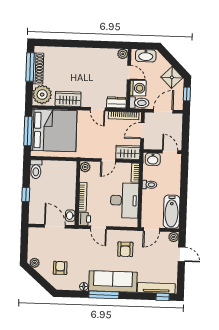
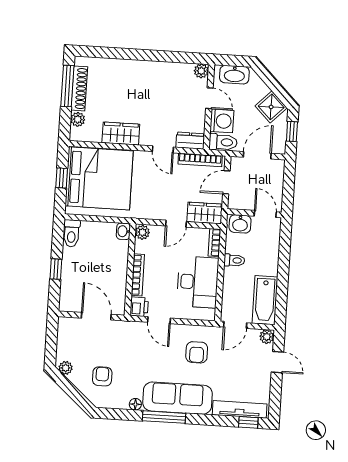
plant: (42, 95) -> (78, 119), width x0.53, depth x0.53
window: (28, 131) -> (62, 178), width x0.46
washbasin: (70, 216) -> (123, 231), moved

